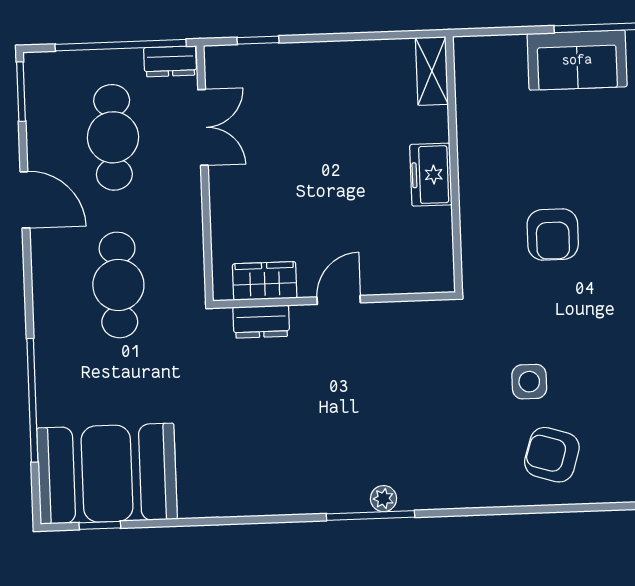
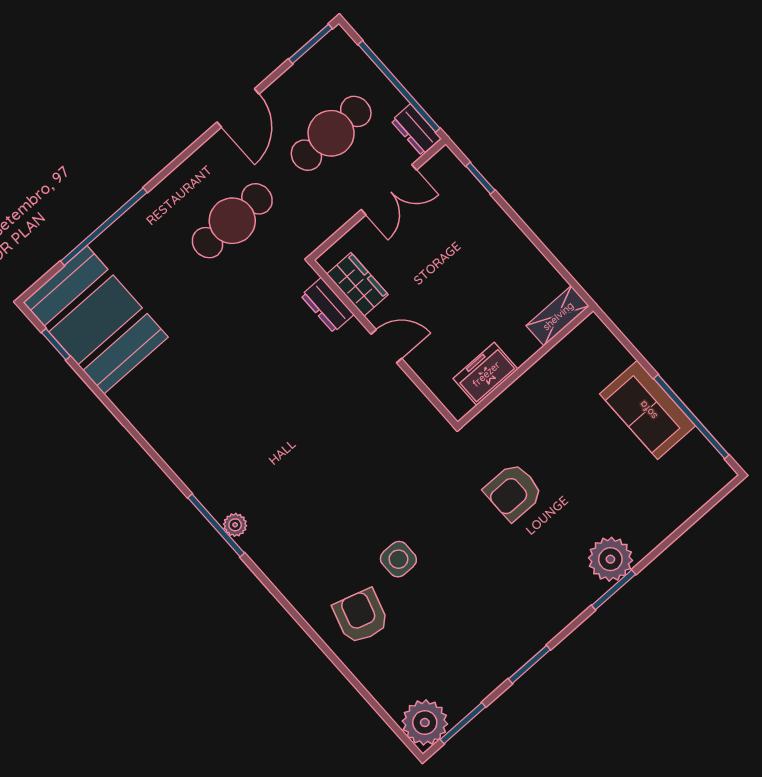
wardrobe: (265, 281) -> (357, 284), moved
wall: (334, 300) -> (384, 343), moved
door: (339, 300) -> (386, 346), moved
dresser: (261, 322) -> (327, 305), moved

